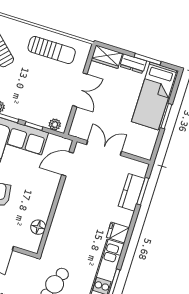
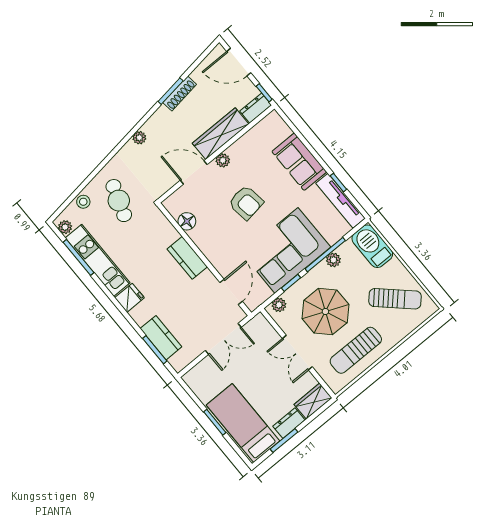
parasol: (38, 89) -> (325, 311), added
kitchen counter: (64, 210) -> (187, 258), added

